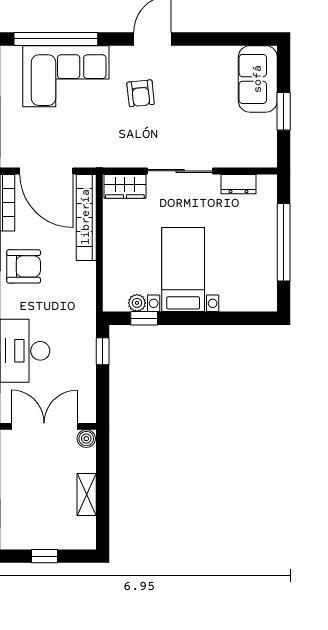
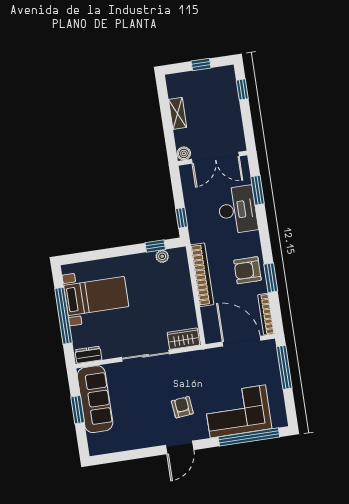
sofa: (258, 79) -> (95, 399), moved, width x1.36
dresser: (238, 184) -> (88, 355), moved
bookcase: (86, 217) -> (202, 275), moved
bed with nightstands: (183, 270) -> (96, 296), moved, turned -90

